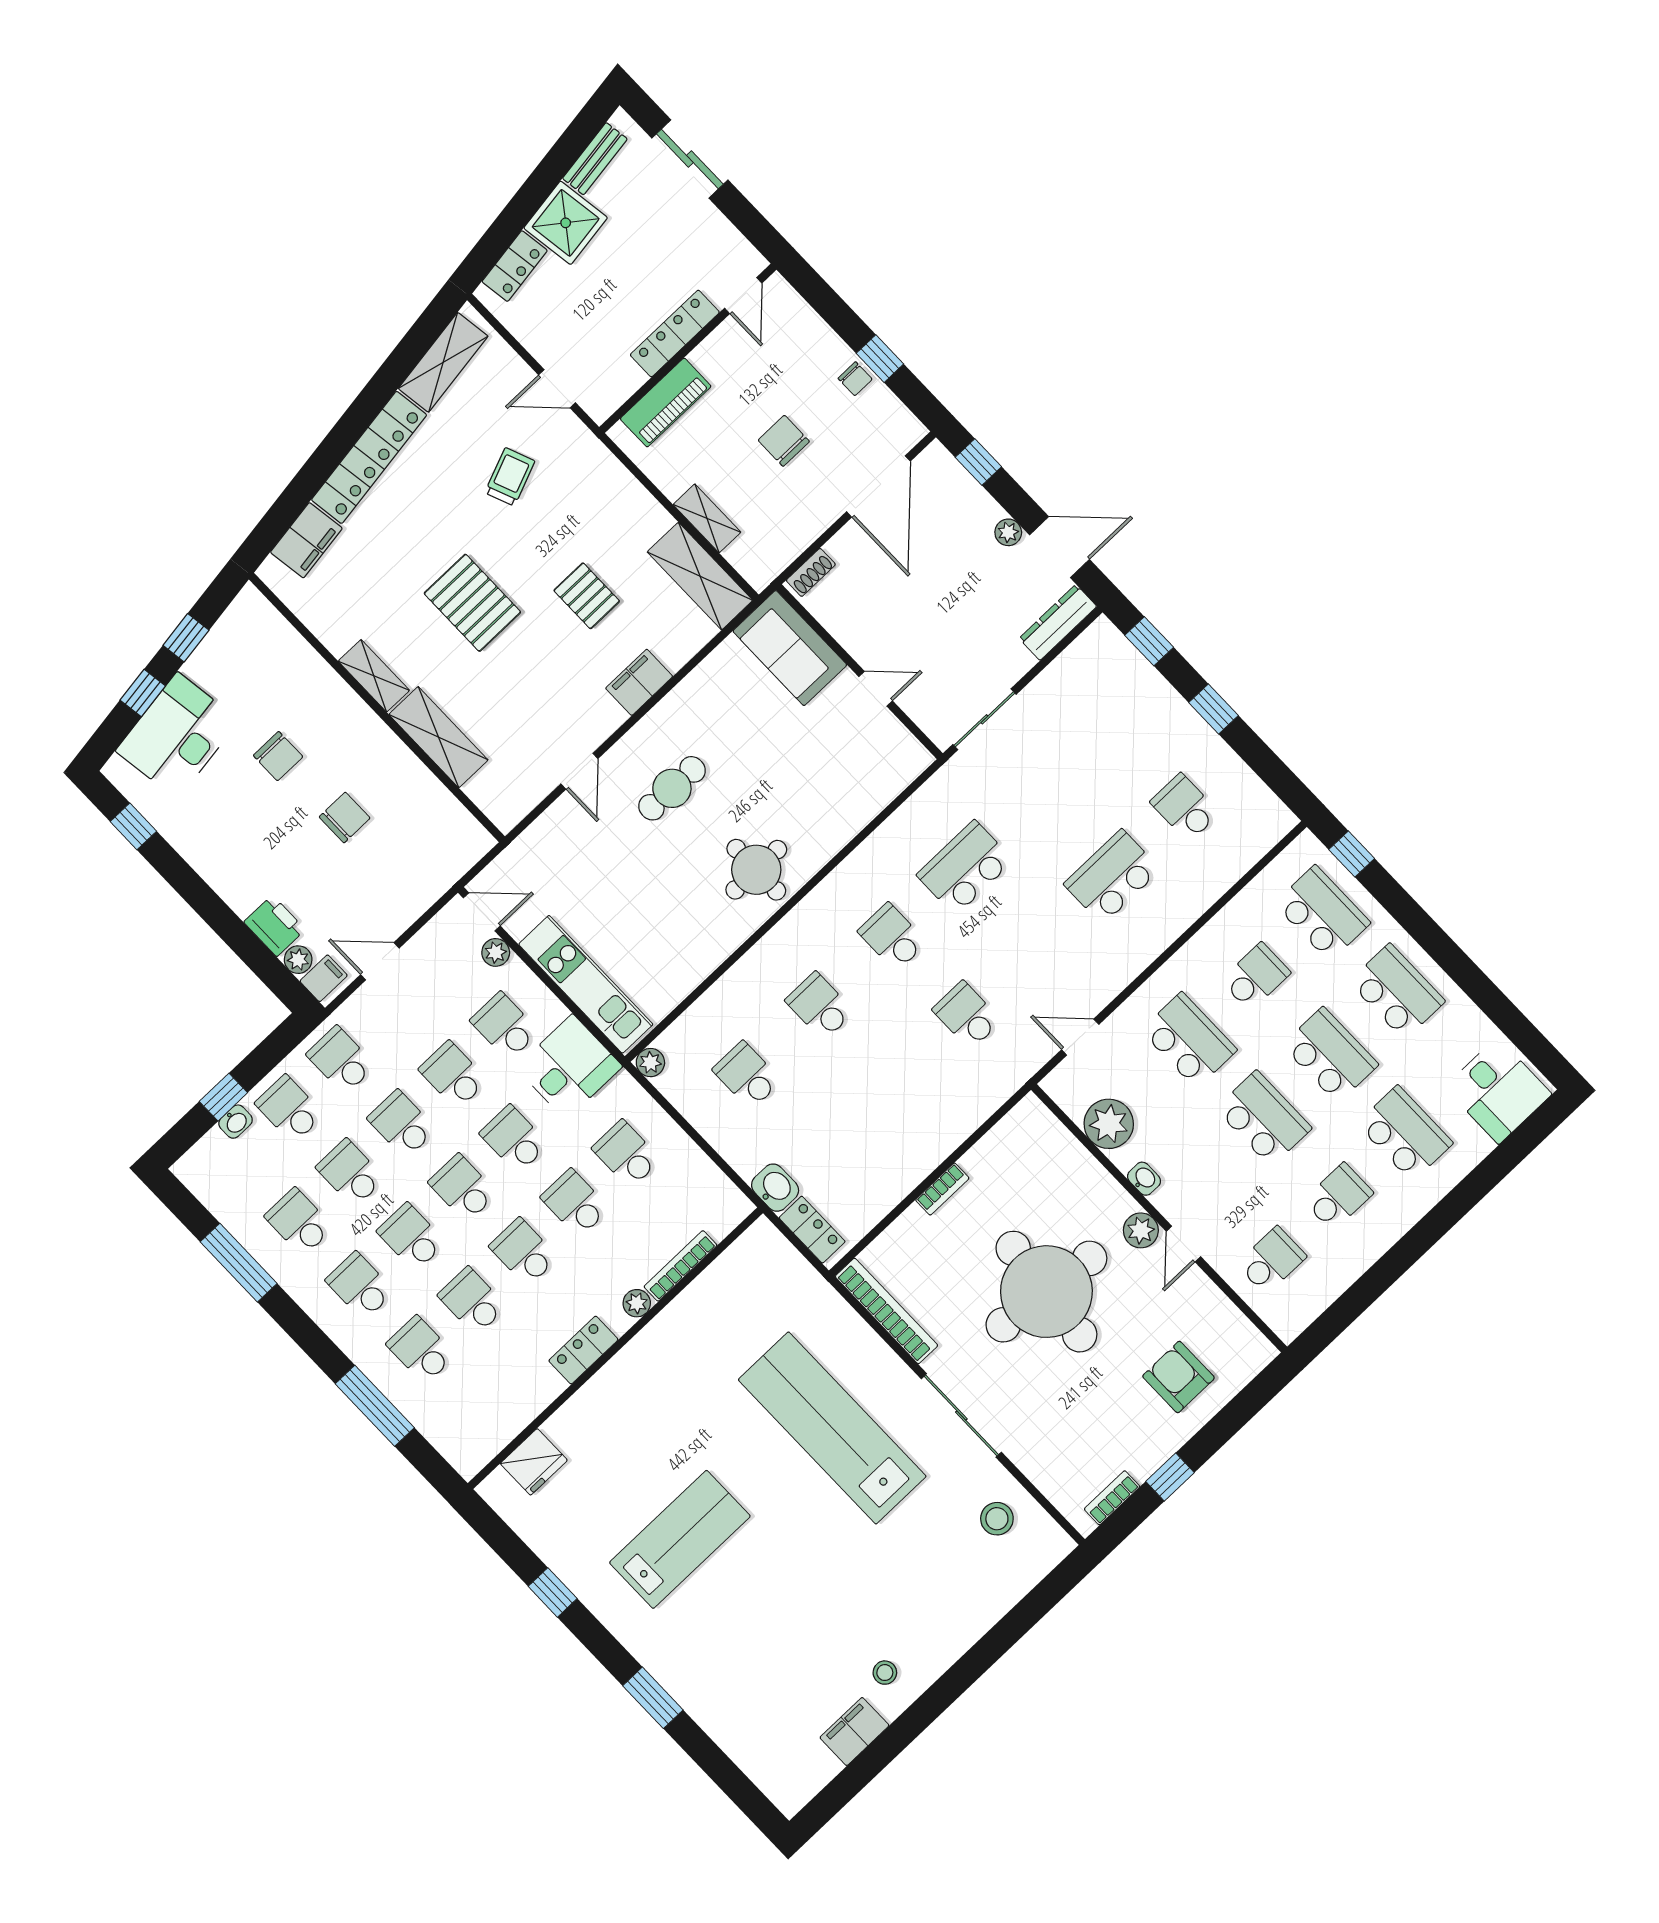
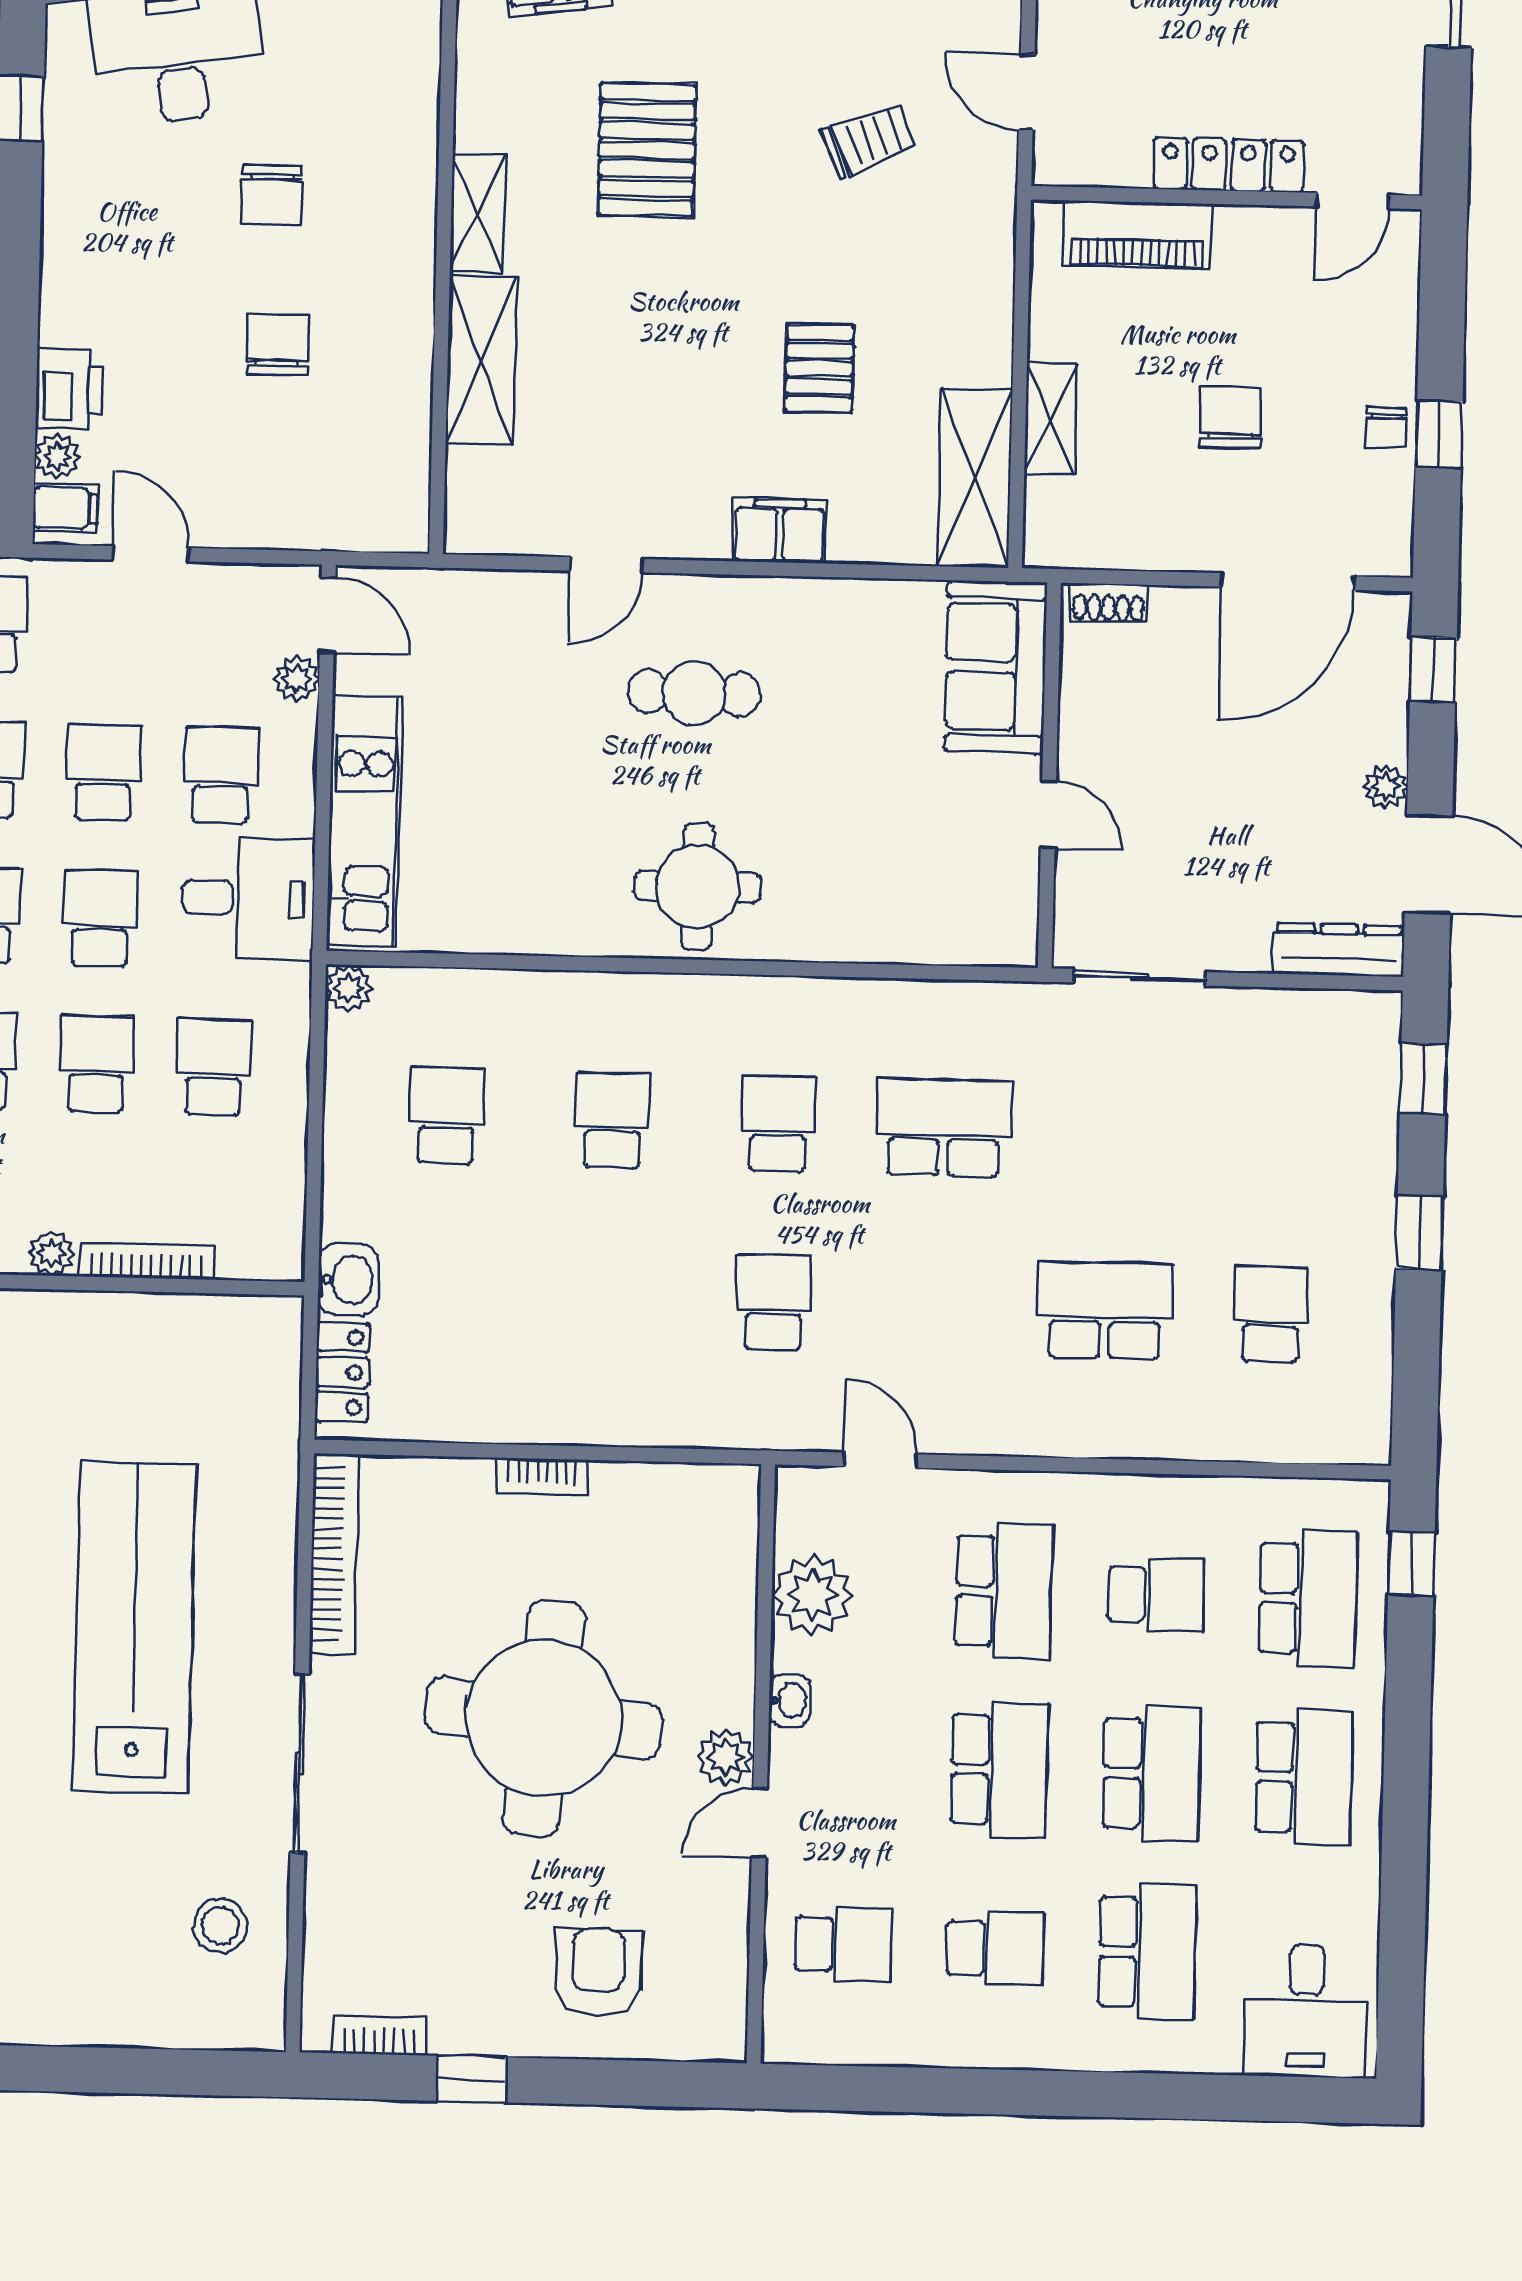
pallet: (472, 603) -> (647, 150), moved
chair: (345, 817) -> (278, 345), turned -90

